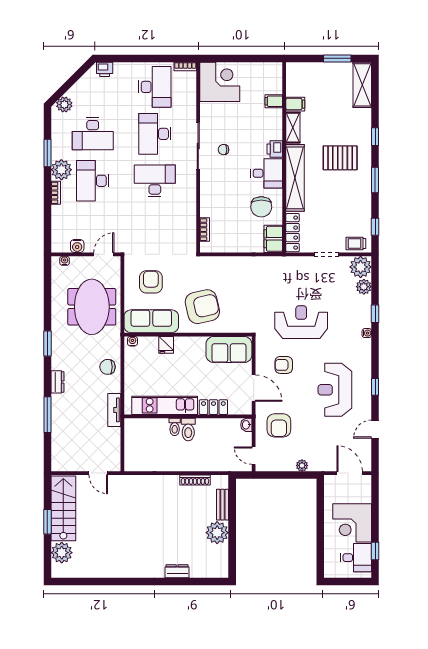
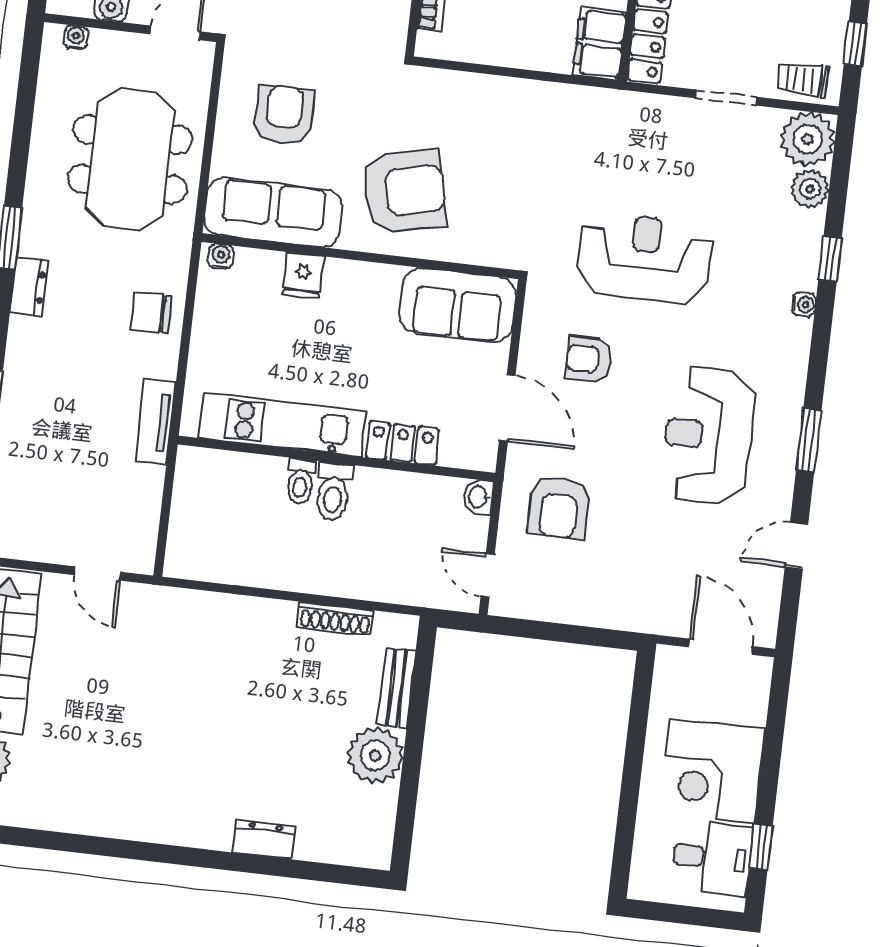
dresser: (57, 382) -> (29, 286), moved
window: (375, 387) -> (809, 440), width x1.50
plant: (302, 465) -> (605, 614), removed

